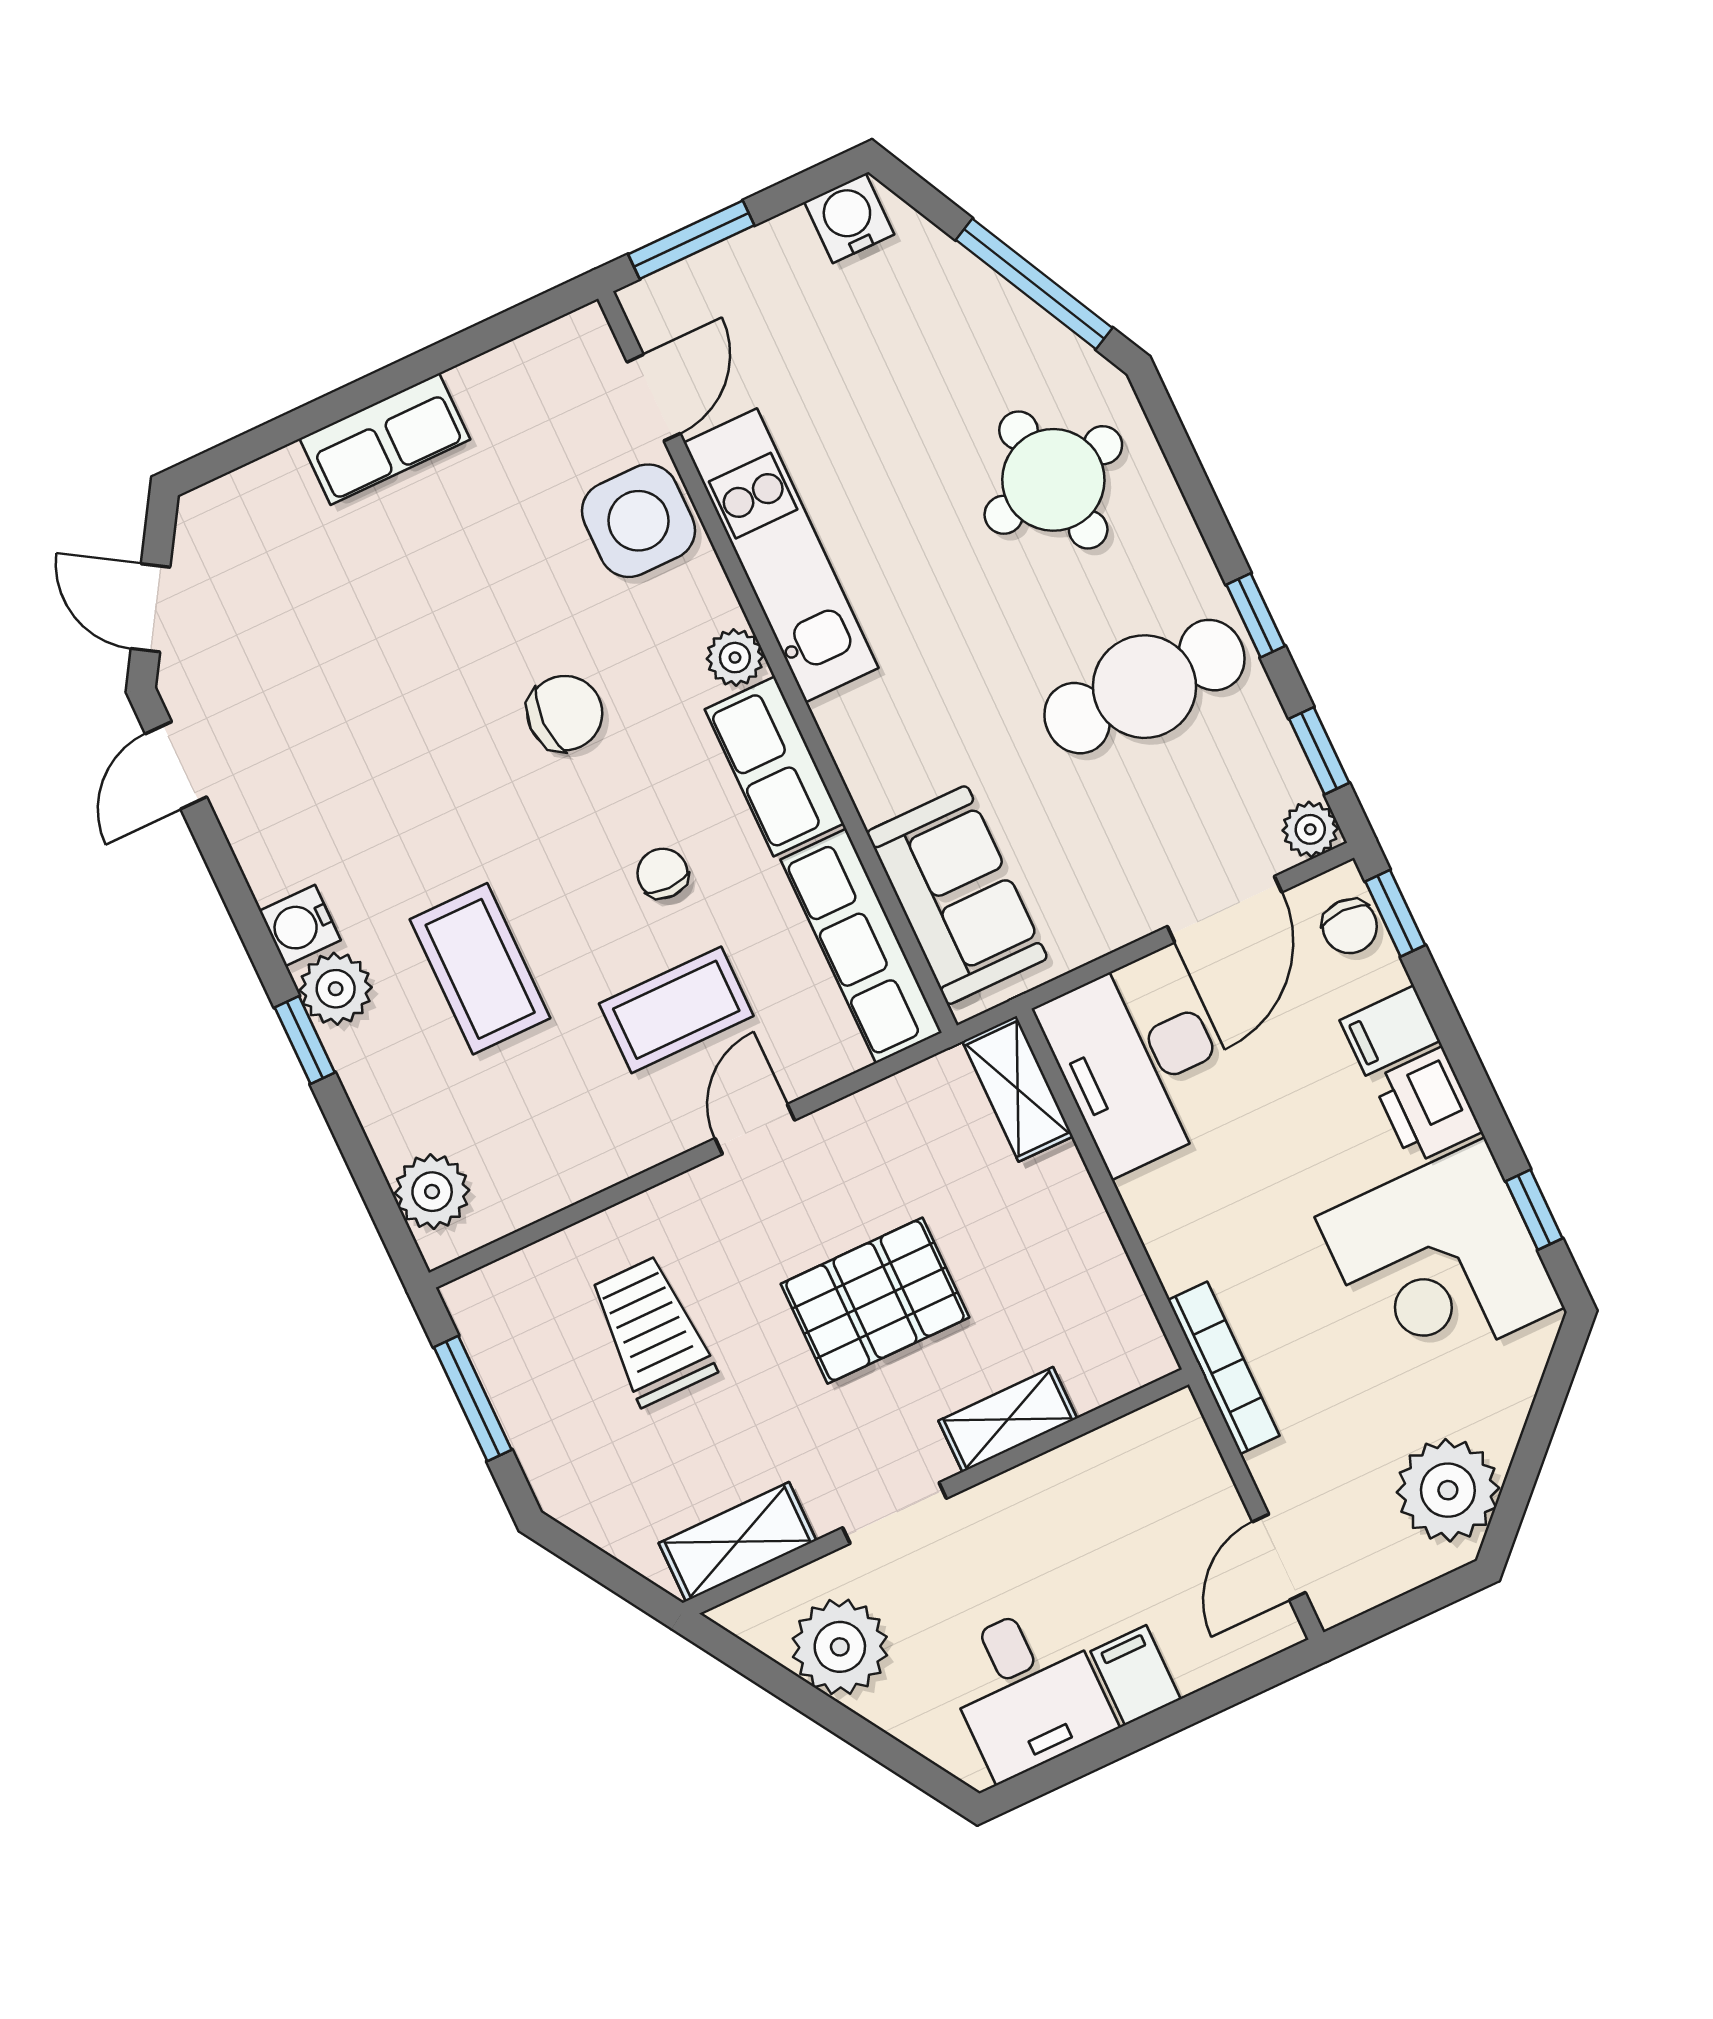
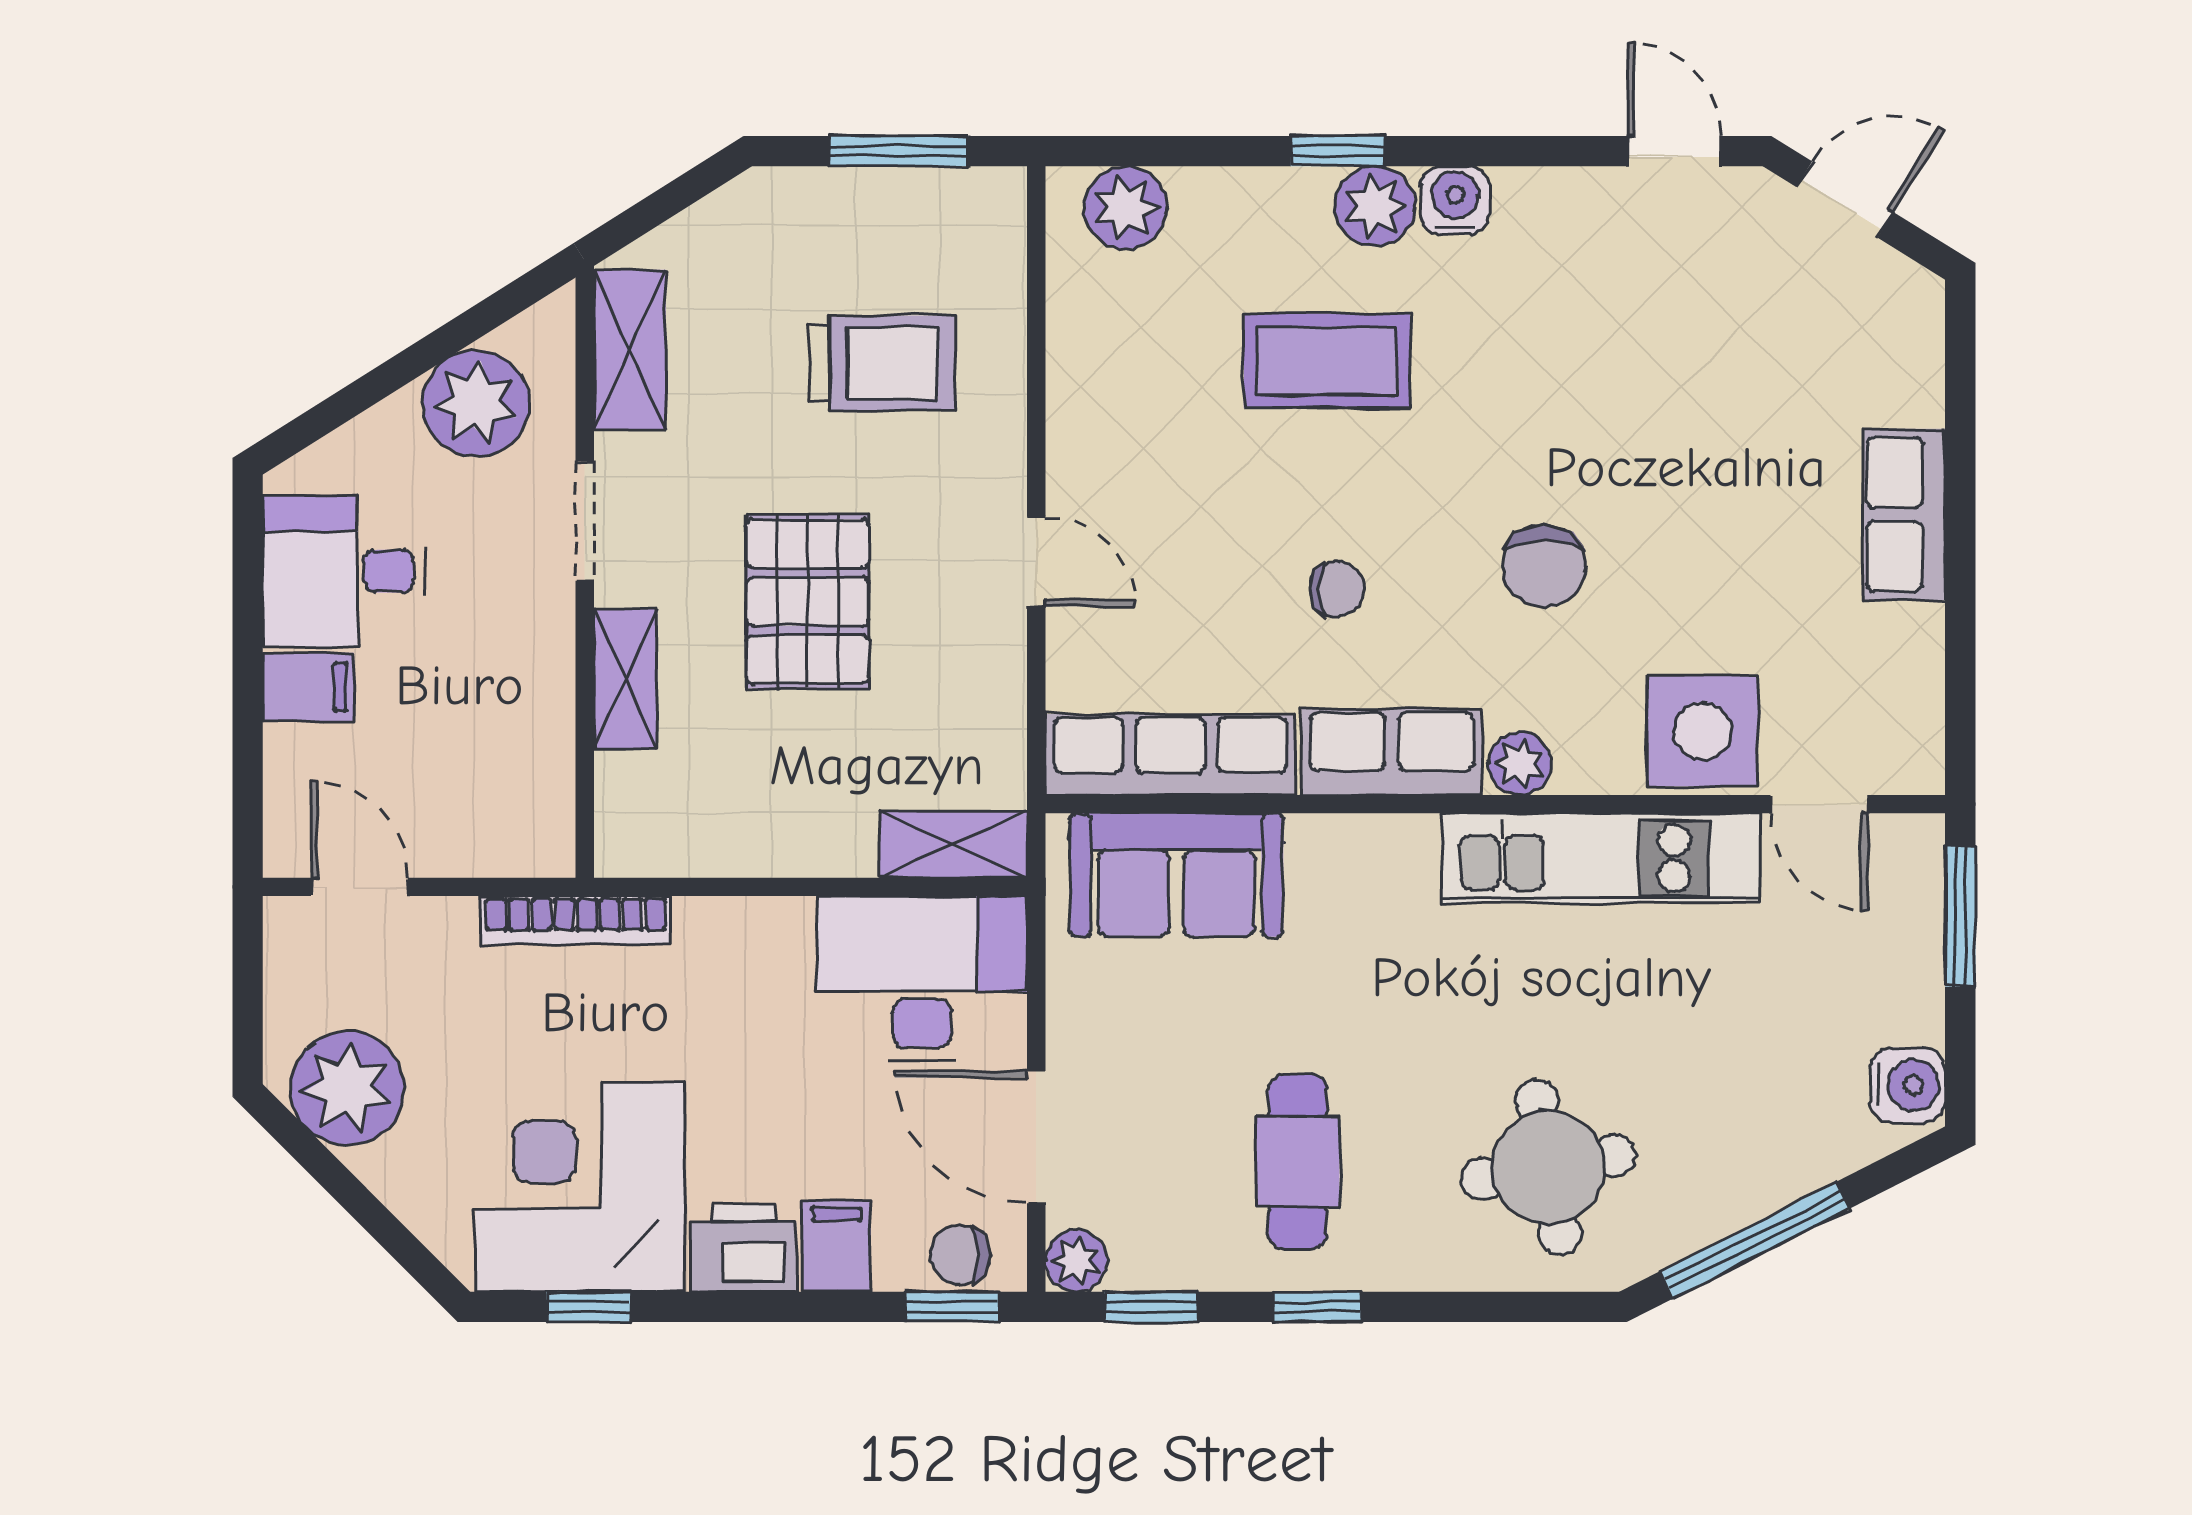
cafe table: (1144, 687) -> (1298, 1162), width x0.73, depth x0.74
coffee table: (676, 1010) -> (1193, 539), removed

